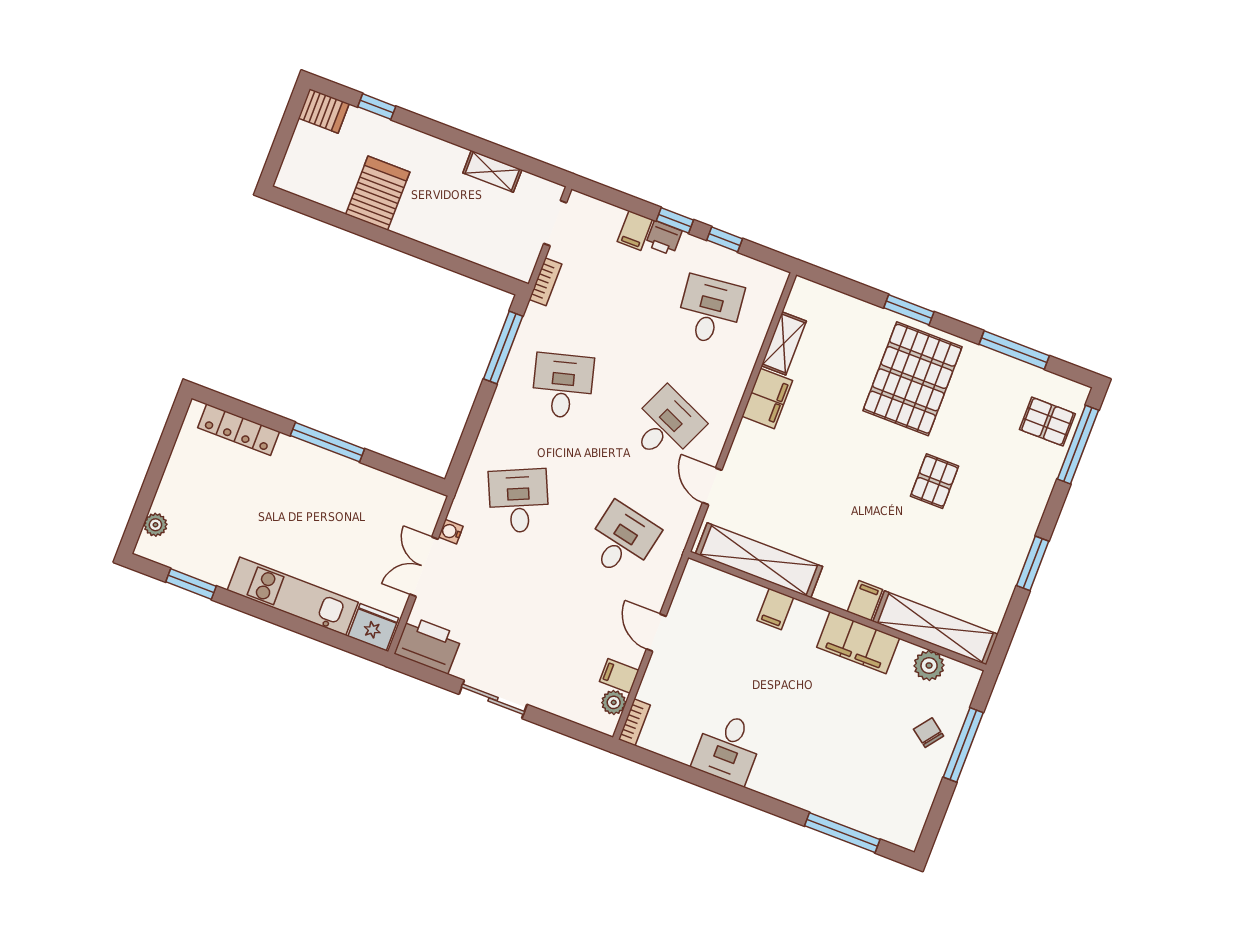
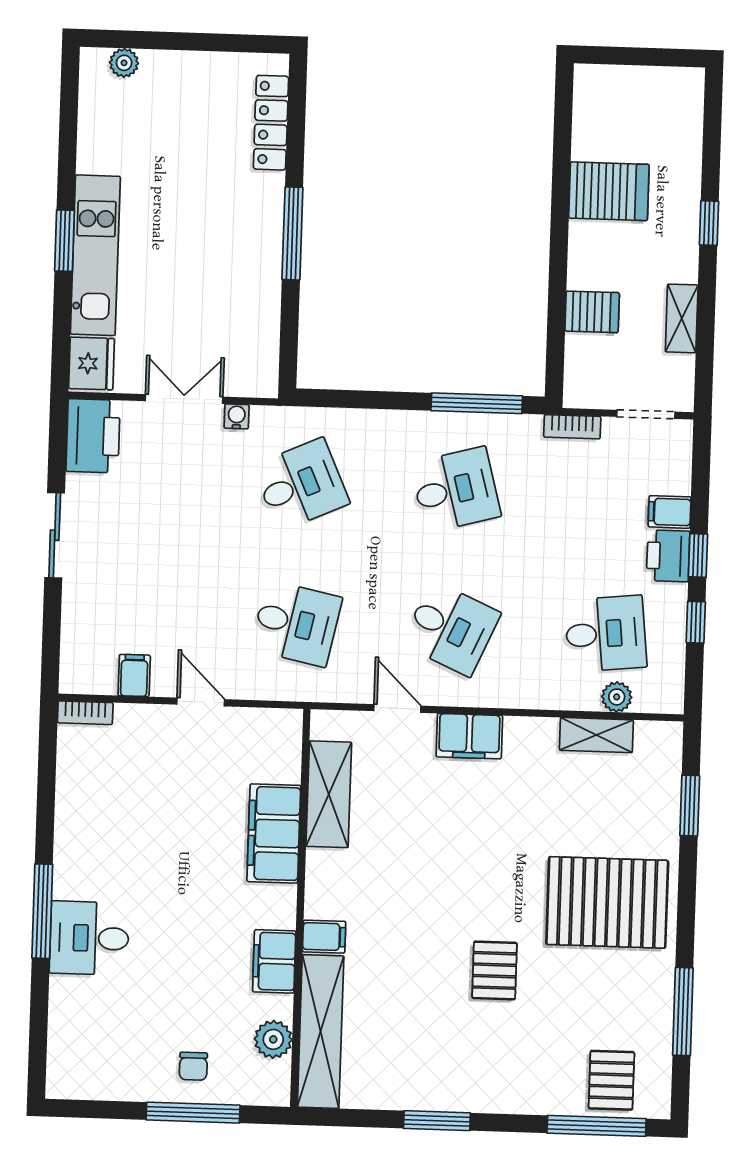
window: (377, 107) -> (709, 223), moved
server rack: (324, 111) -> (592, 312), moved, turned -90
printer: (664, 238) -> (668, 556), width x1.36, depth x1.24
window: (909, 310) -> (690, 806), moved
filing cabinet: (767, 398) -> (469, 736), moved
pallet: (934, 481) -> (495, 970), turned 90
door: (712, 486) -> (397, 708), hinge flipped
shelving: (759, 560) -> (329, 794), width x0.68
window: (191, 584) -> (64, 241), moved
filing cabinet: (775, 609) -> (274, 833), width x3.00, depth x1.17
door: (656, 633) -> (201, 702), hinge flipped
filing cabinet: (858, 643) -> (274, 961), width x0.67, depth x0.86
plant: (614, 702) -> (617, 697), moved
chair: (929, 733) -> (193, 1066), turned 143
desk: (728, 748) -> (89, 938), moved
window: (842, 833) -> (42, 911), moved

